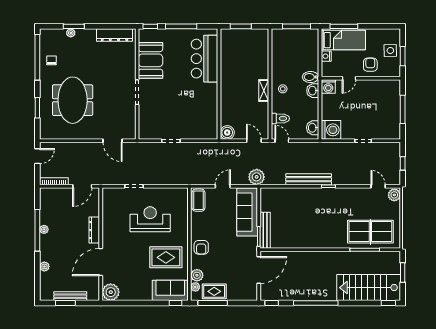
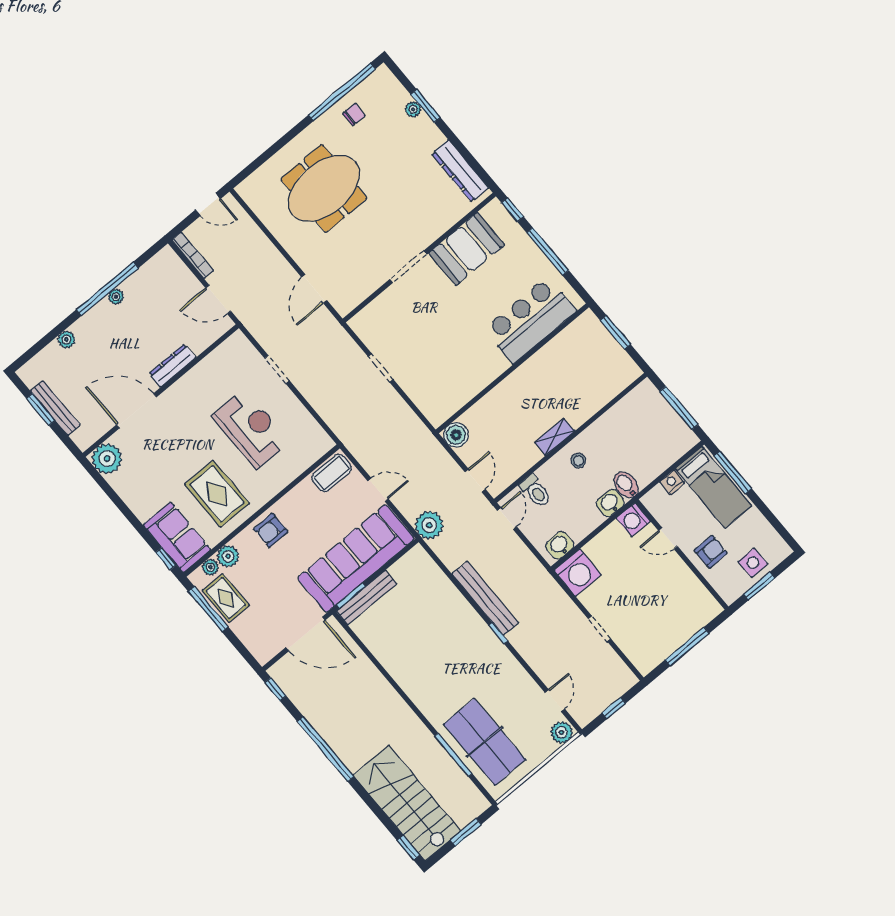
window: (37, 108) -> (274, 149), removed
sofa: (247, 212) -> (356, 558), width x1.36, depth x1.27

